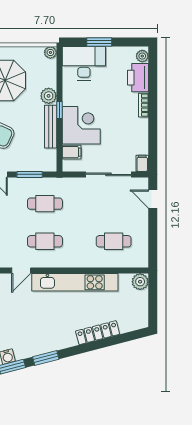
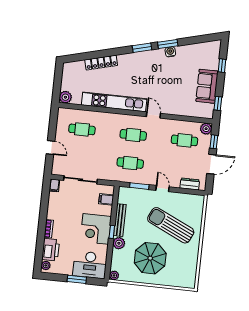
corner desk: (81, 125) -> (96, 229), moved
door: (153, 199) -> (50, 147), moved
door: (21, 271) -> (153, 115), hinge flipped

